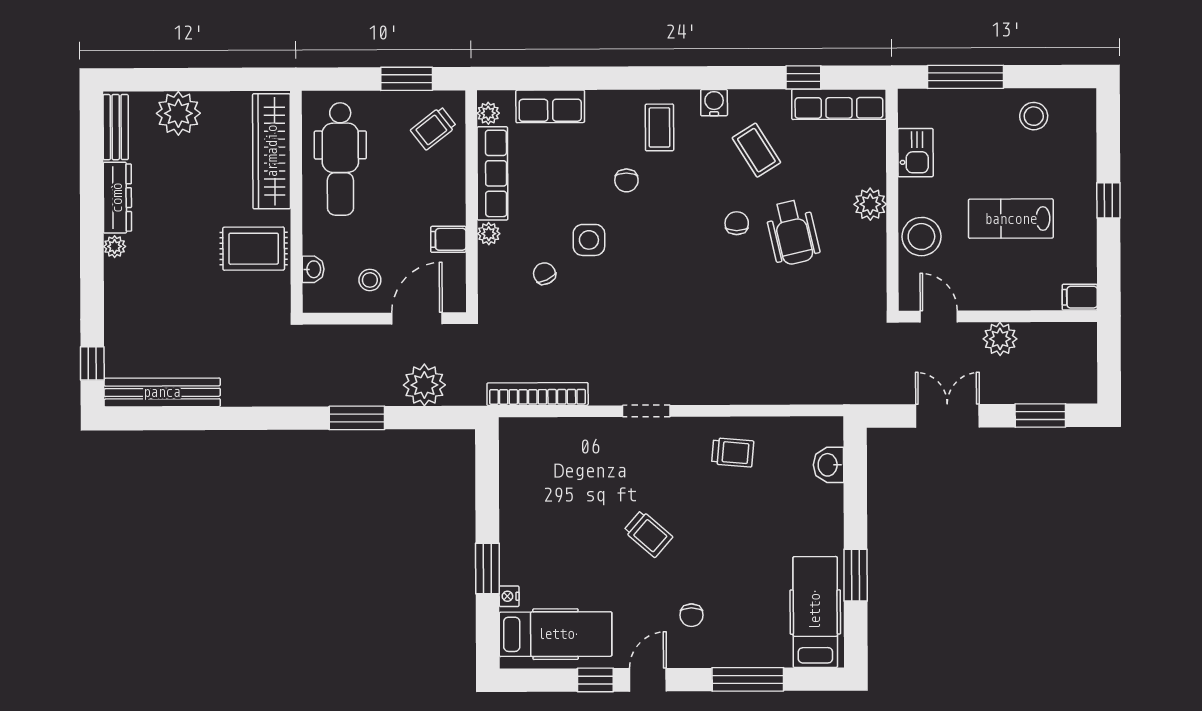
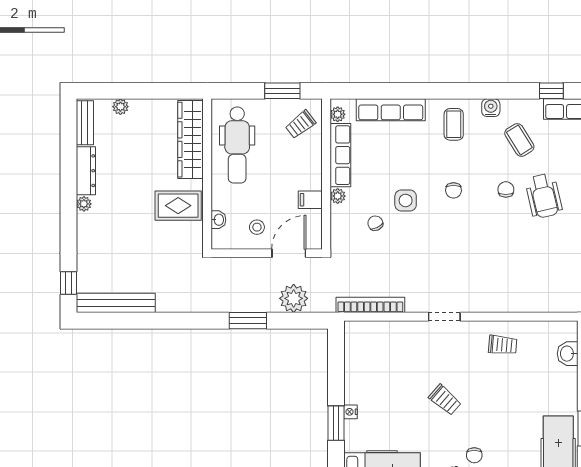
row of seats: (550, 106) -> (391, 110), width x1.48
plant: (178, 113) -> (120, 107), width x0.53, depth x0.53
chair: (626, 180) -> (454, 190), moved
nightstand: (509, 596) -> (351, 412), moved

